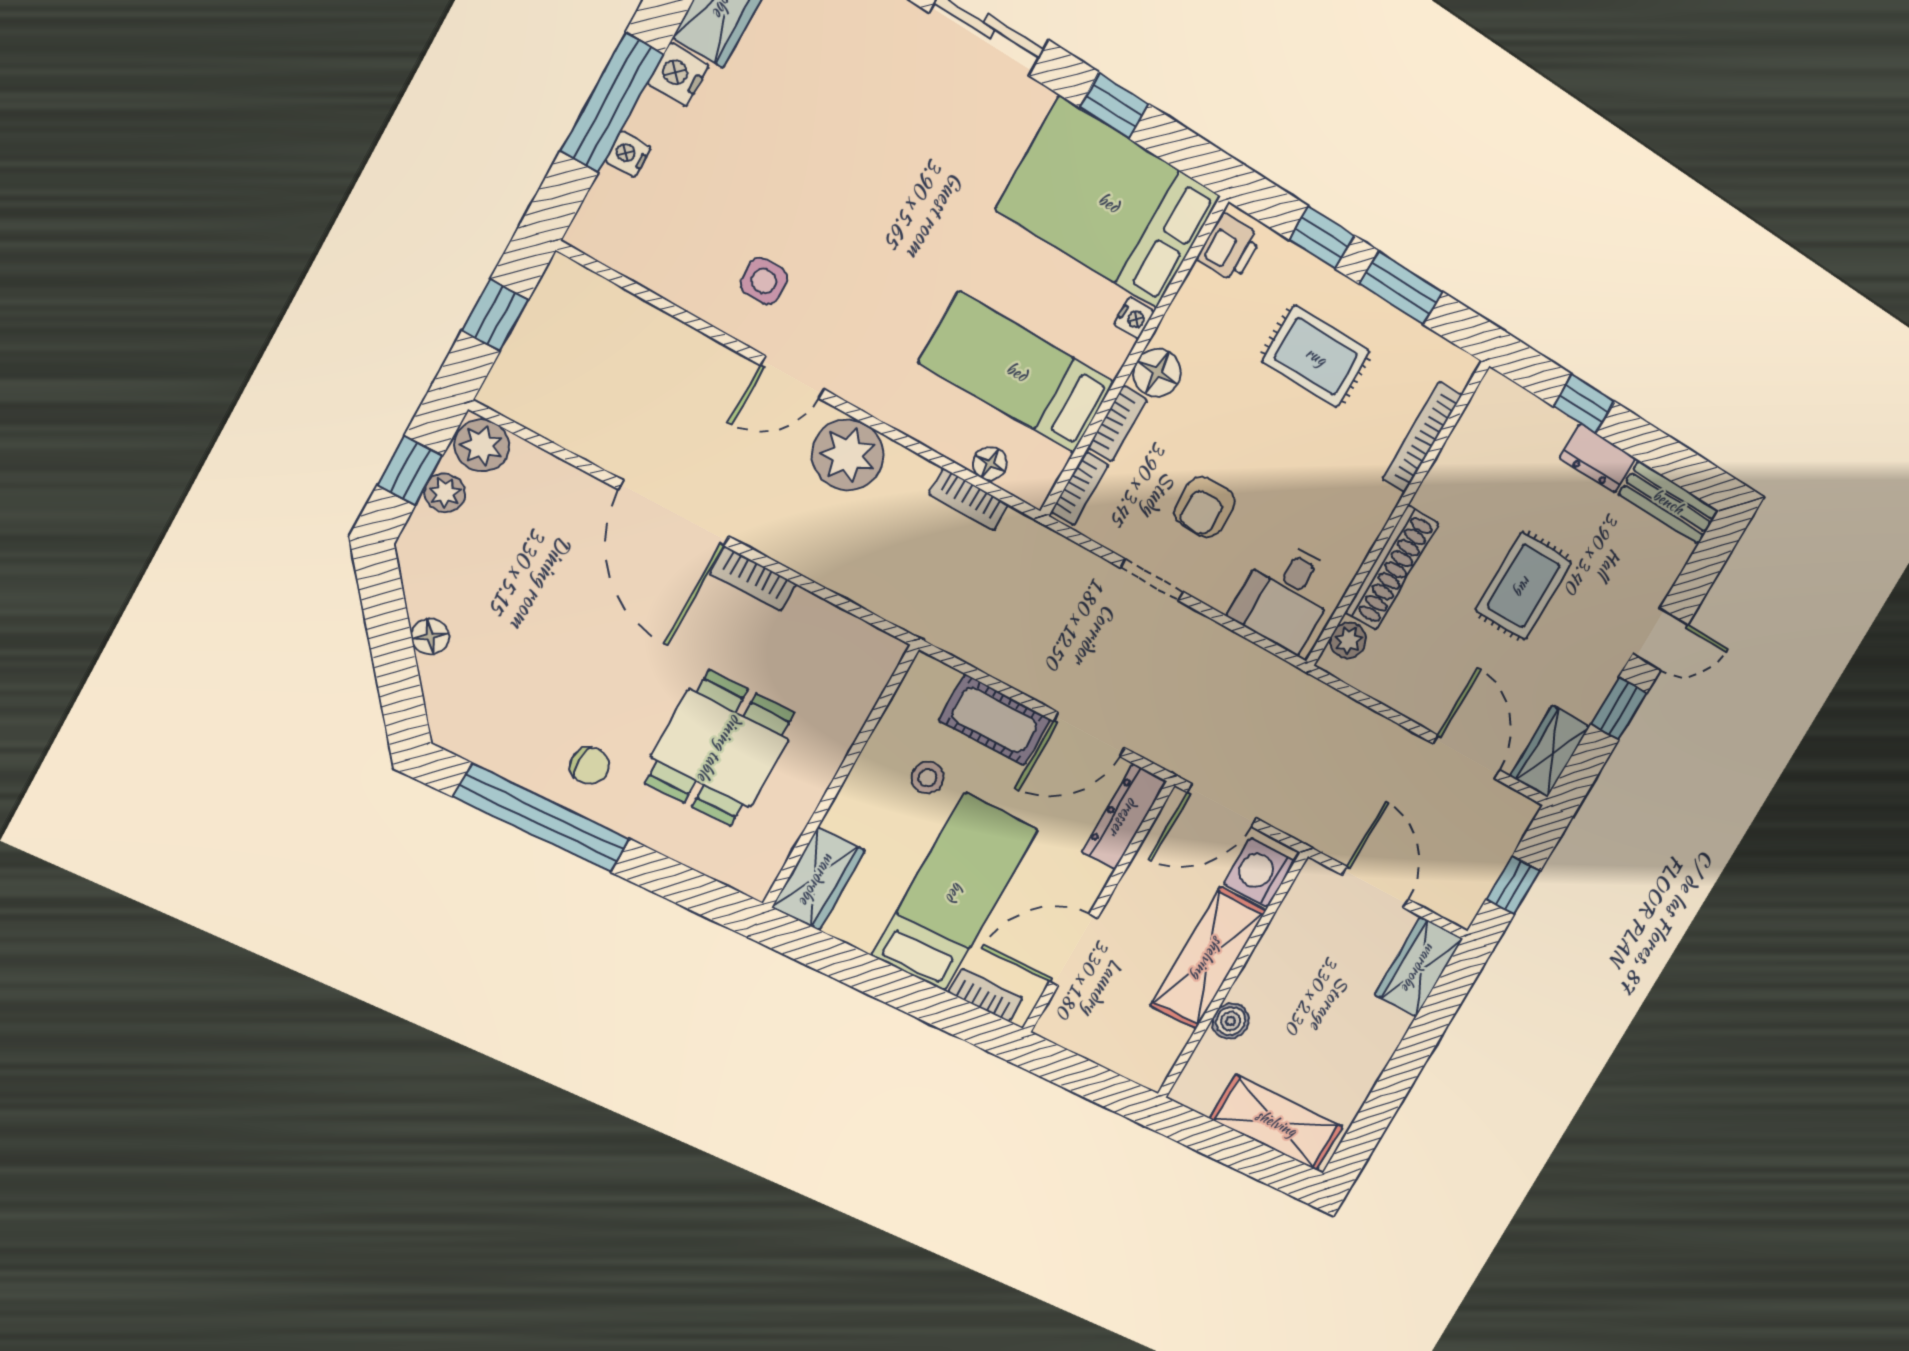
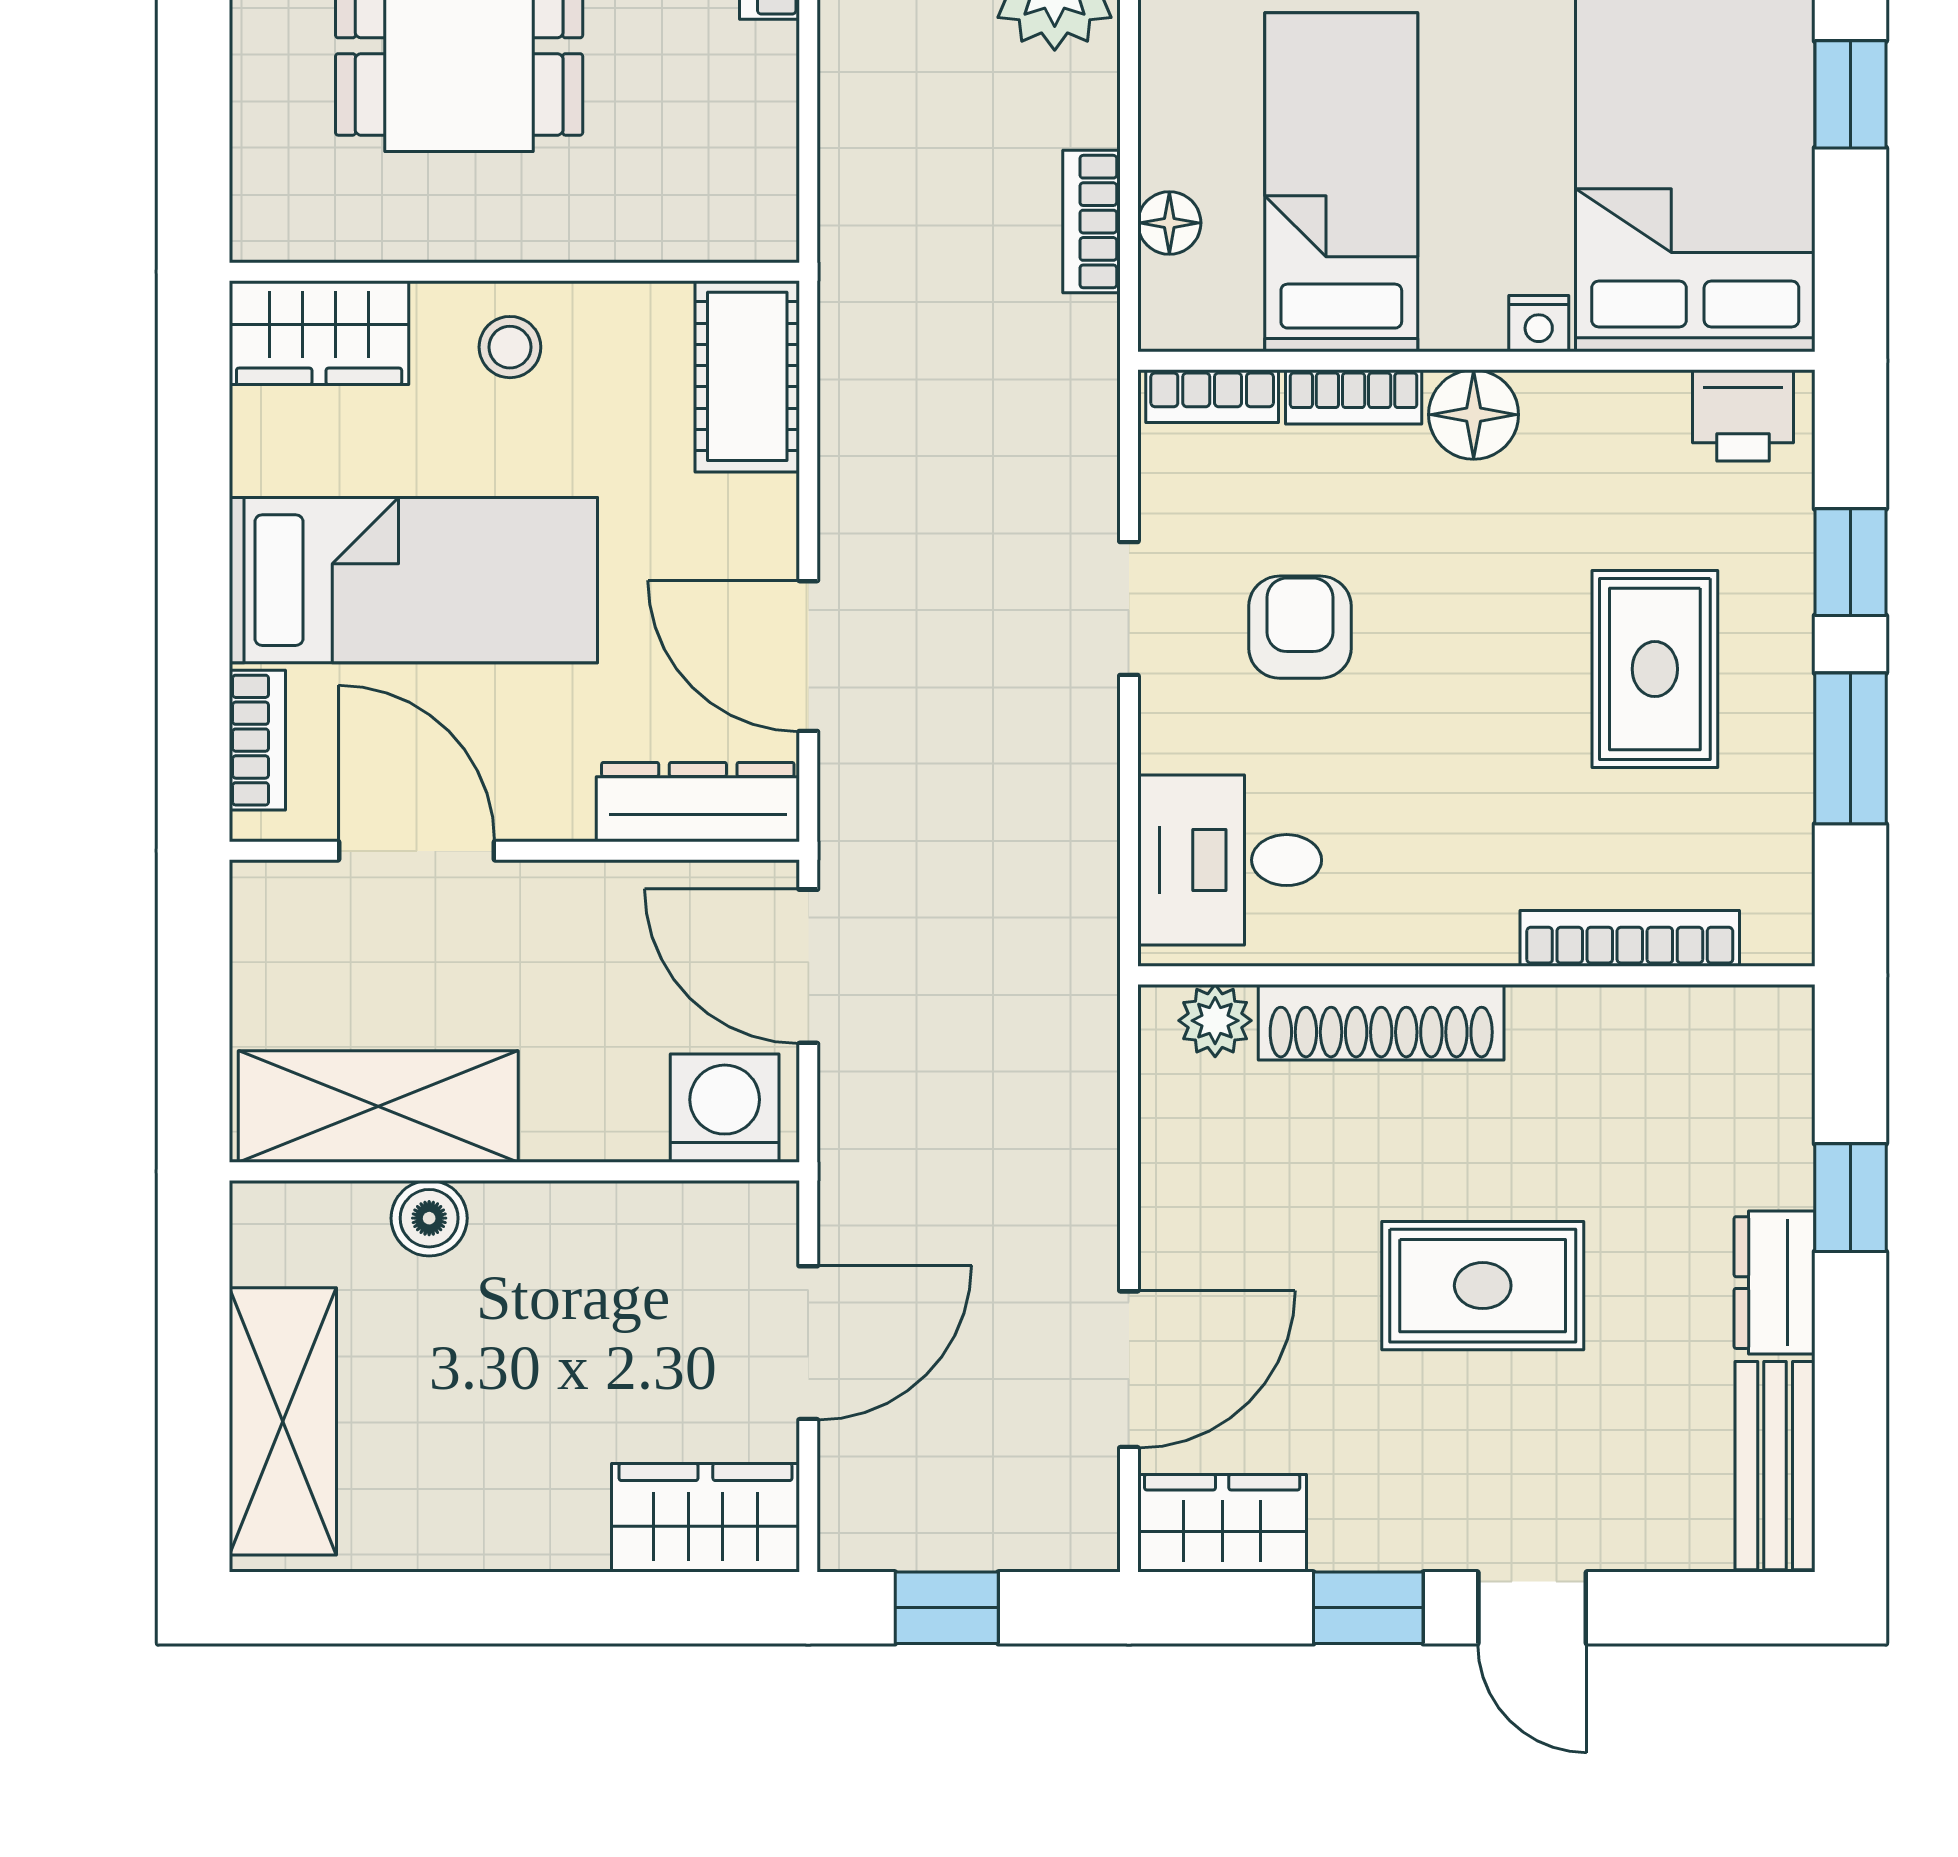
armchair: (1205, 507) -> (1300, 627), turned 90
cot: (995, 720) -> (747, 376), moved
stool: (928, 778) -> (510, 347), moved
shelving: (1208, 958) -> (378, 1106), moved

